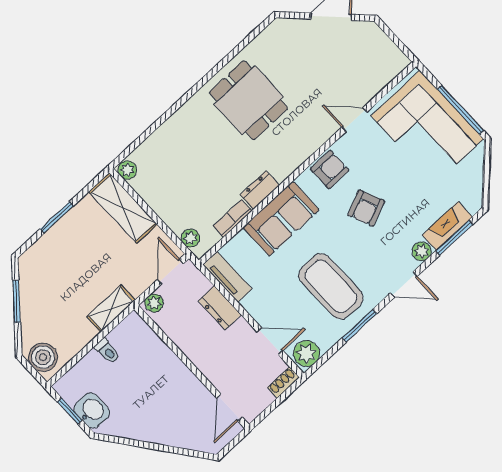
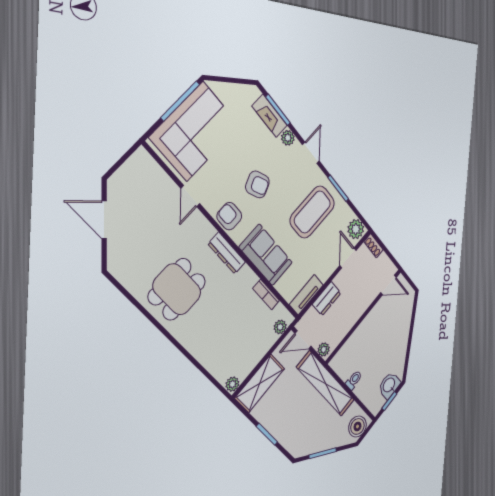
dresser: (260, 190) -> (227, 253), moved, width x1.44
shelving: (111, 309) -> (326, 384), width x2.20, depth x1.33

